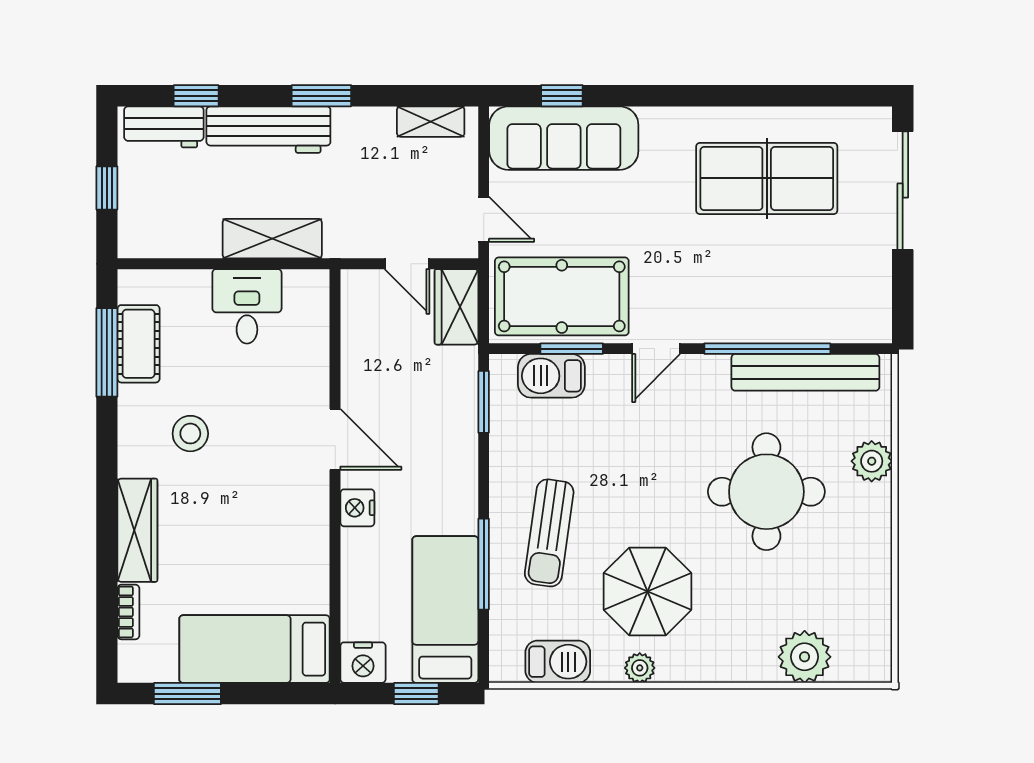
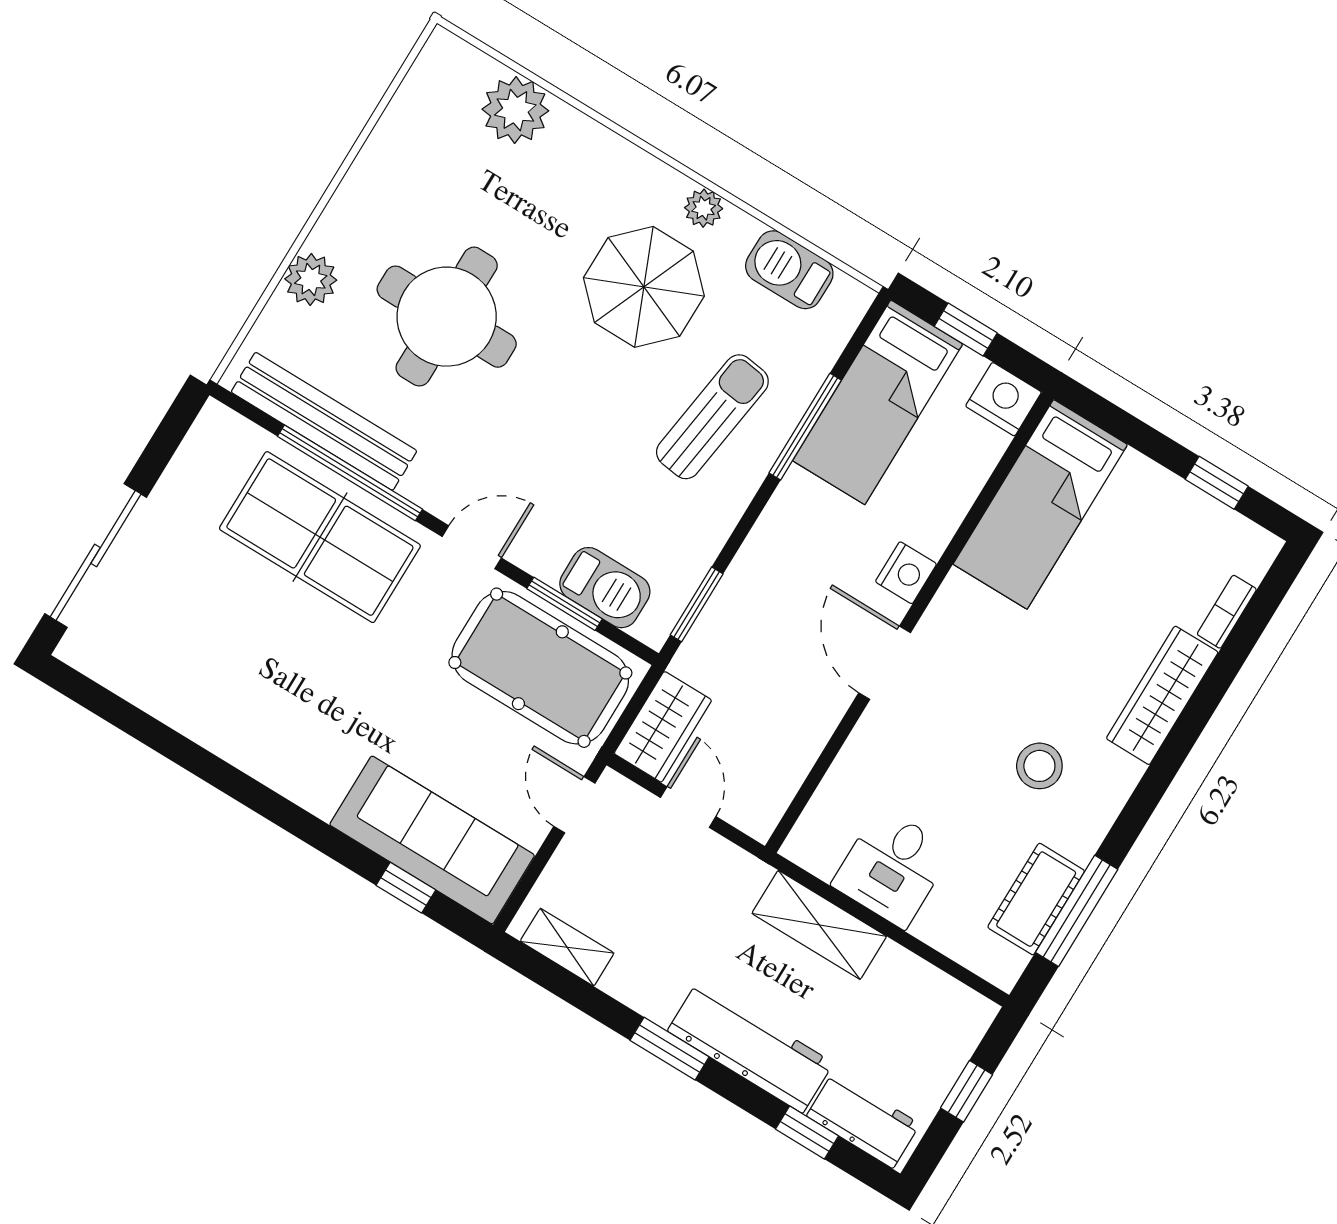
table tennis table: (767, 178) -> (320, 537), moved
bed: (255, 649) -> (1040, 504), moved, turned 90
window: (187, 694) -> (1217, 483), width x0.67

